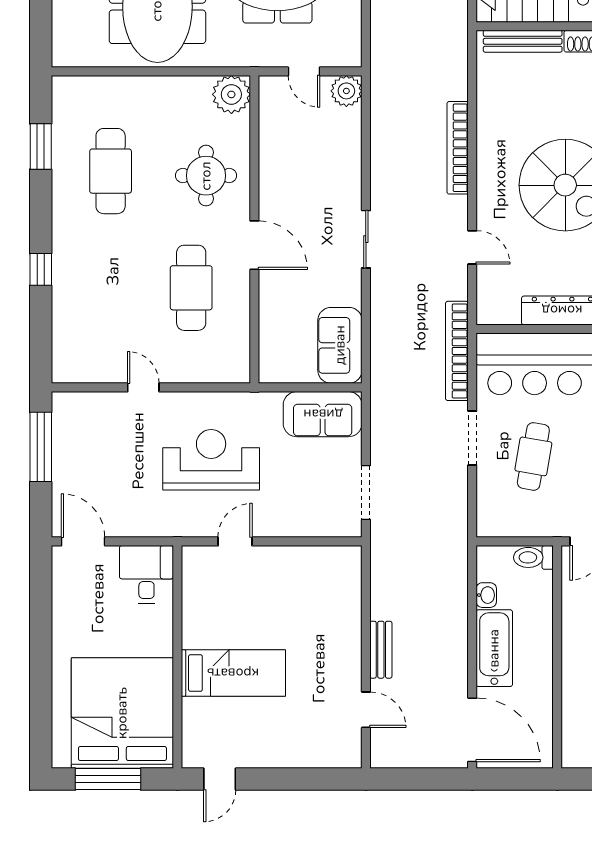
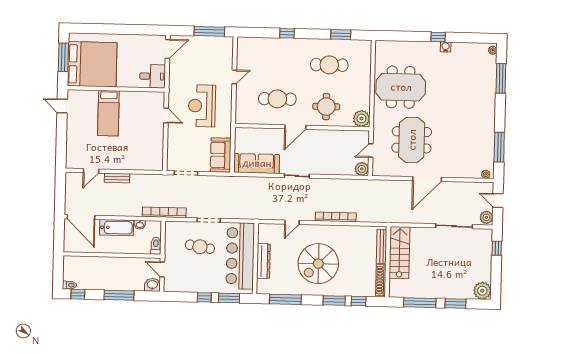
sofa: (340, 345) -> (257, 163), width x1.36
bookcase: (457, 351) -> (164, 212), moved
reception desk: (211, 460) -> (202, 106), turned 180
door: (472, 730) -> (81, 217), hinge flipped

